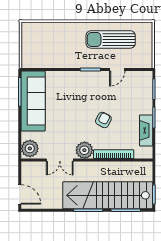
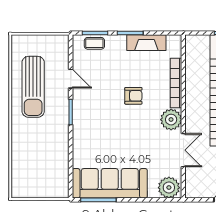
coffee table: (146, 89) -> (94, 43), added
armchair: (103, 120) -> (133, 96), turned 152

